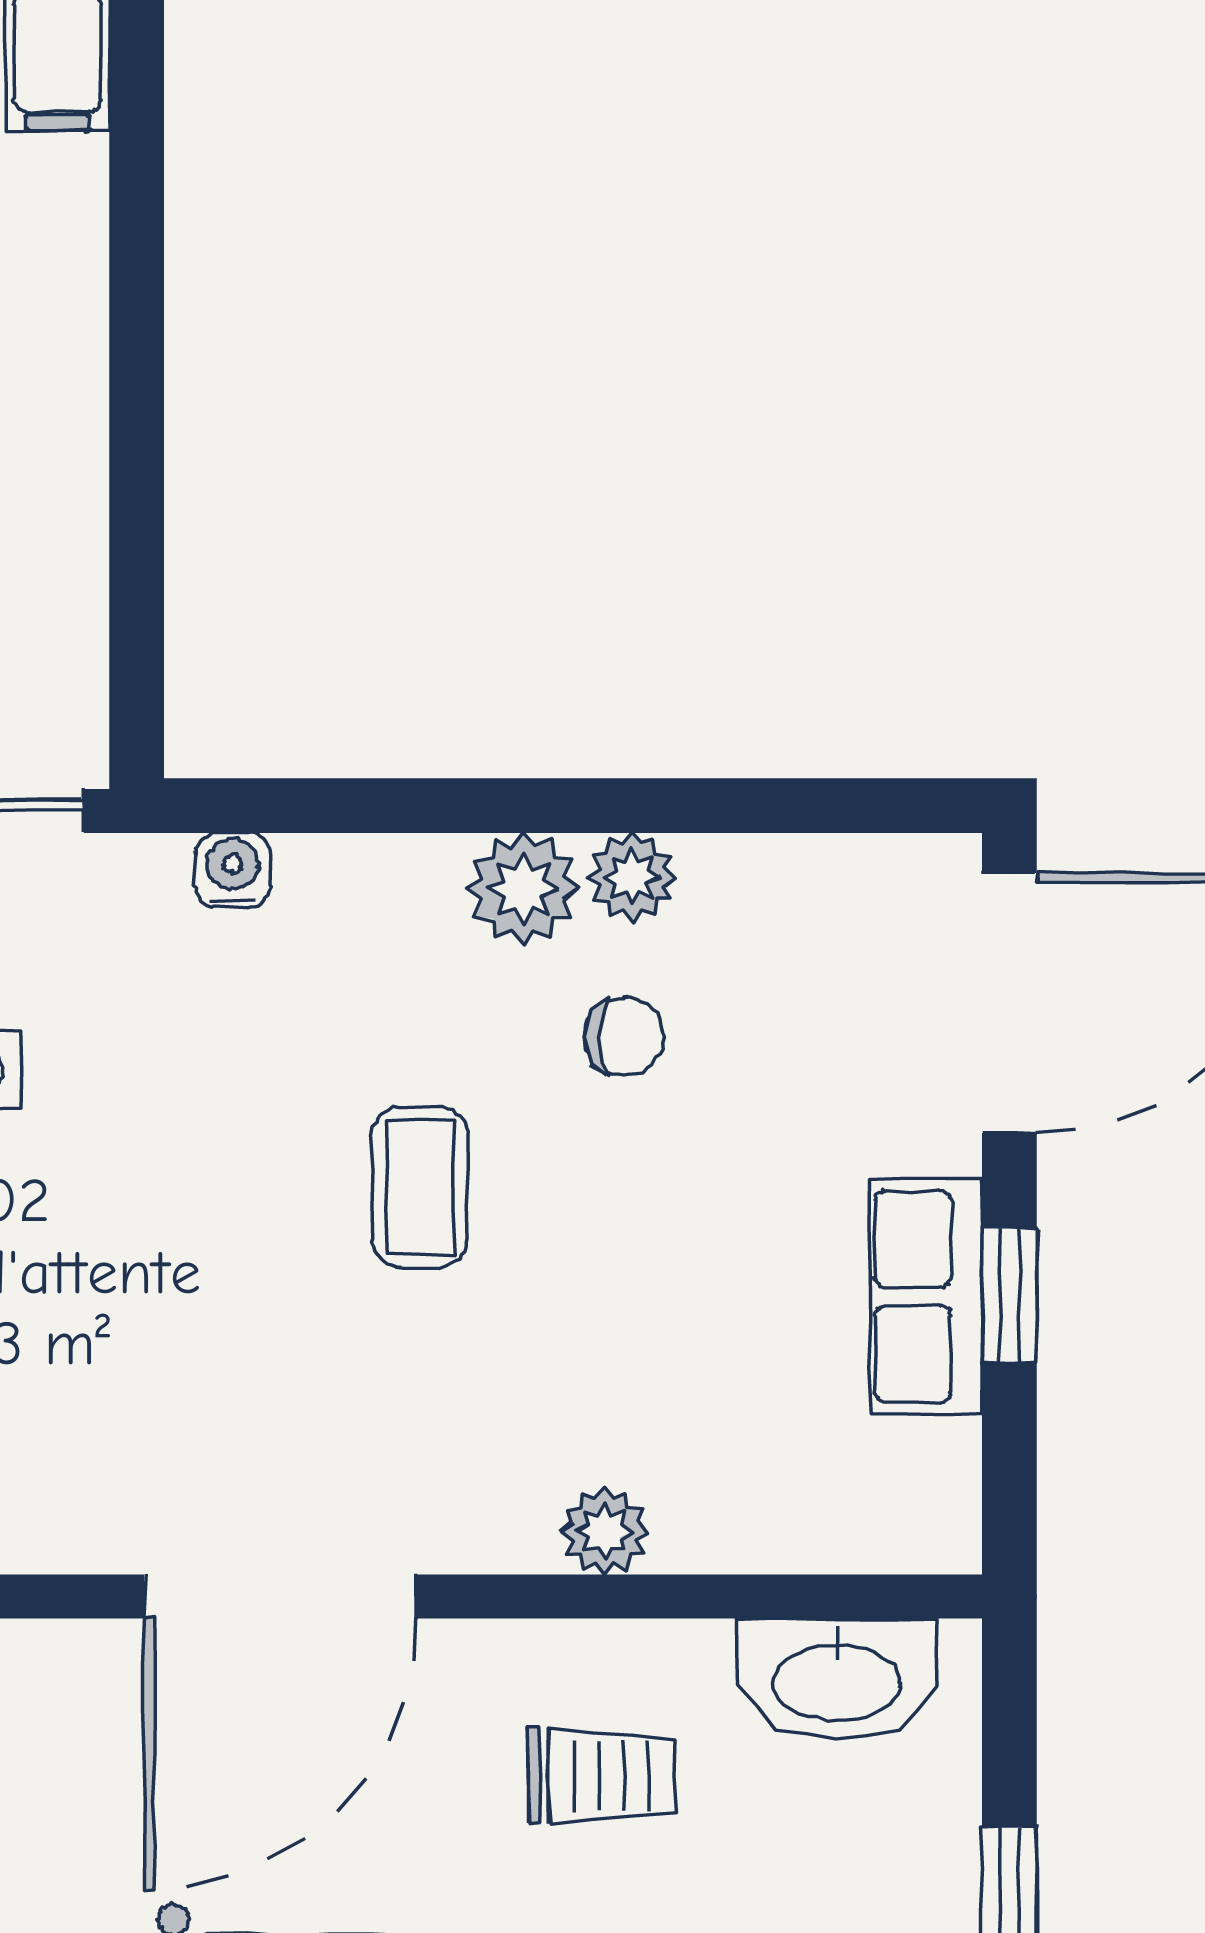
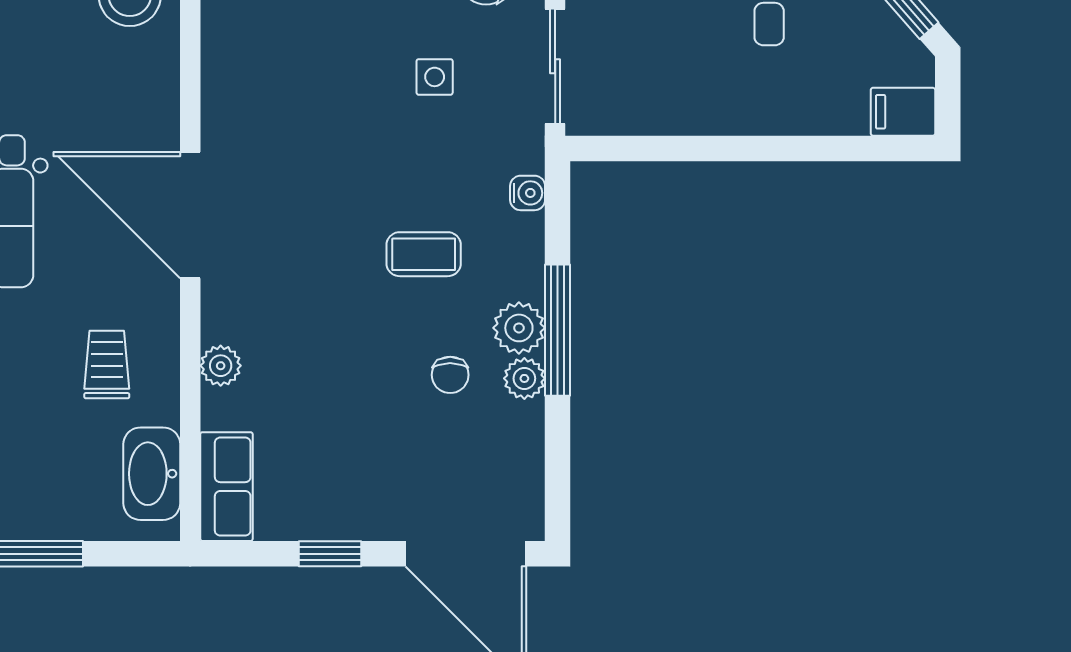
window: (528, 806) -> (558, 330), added
coffee table: (420, 1187) -> (424, 254), moved
row of seats: (926, 1296) -> (226, 487), moved, turned 90
trolley: (602, 1776) -> (107, 364), turned 180

